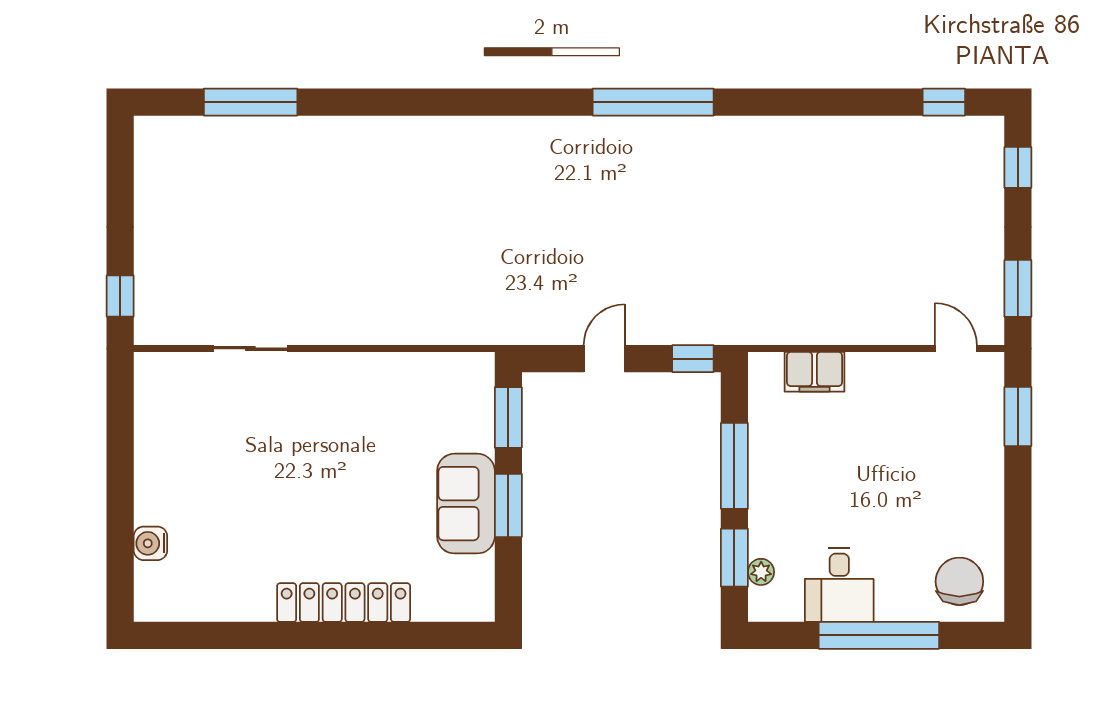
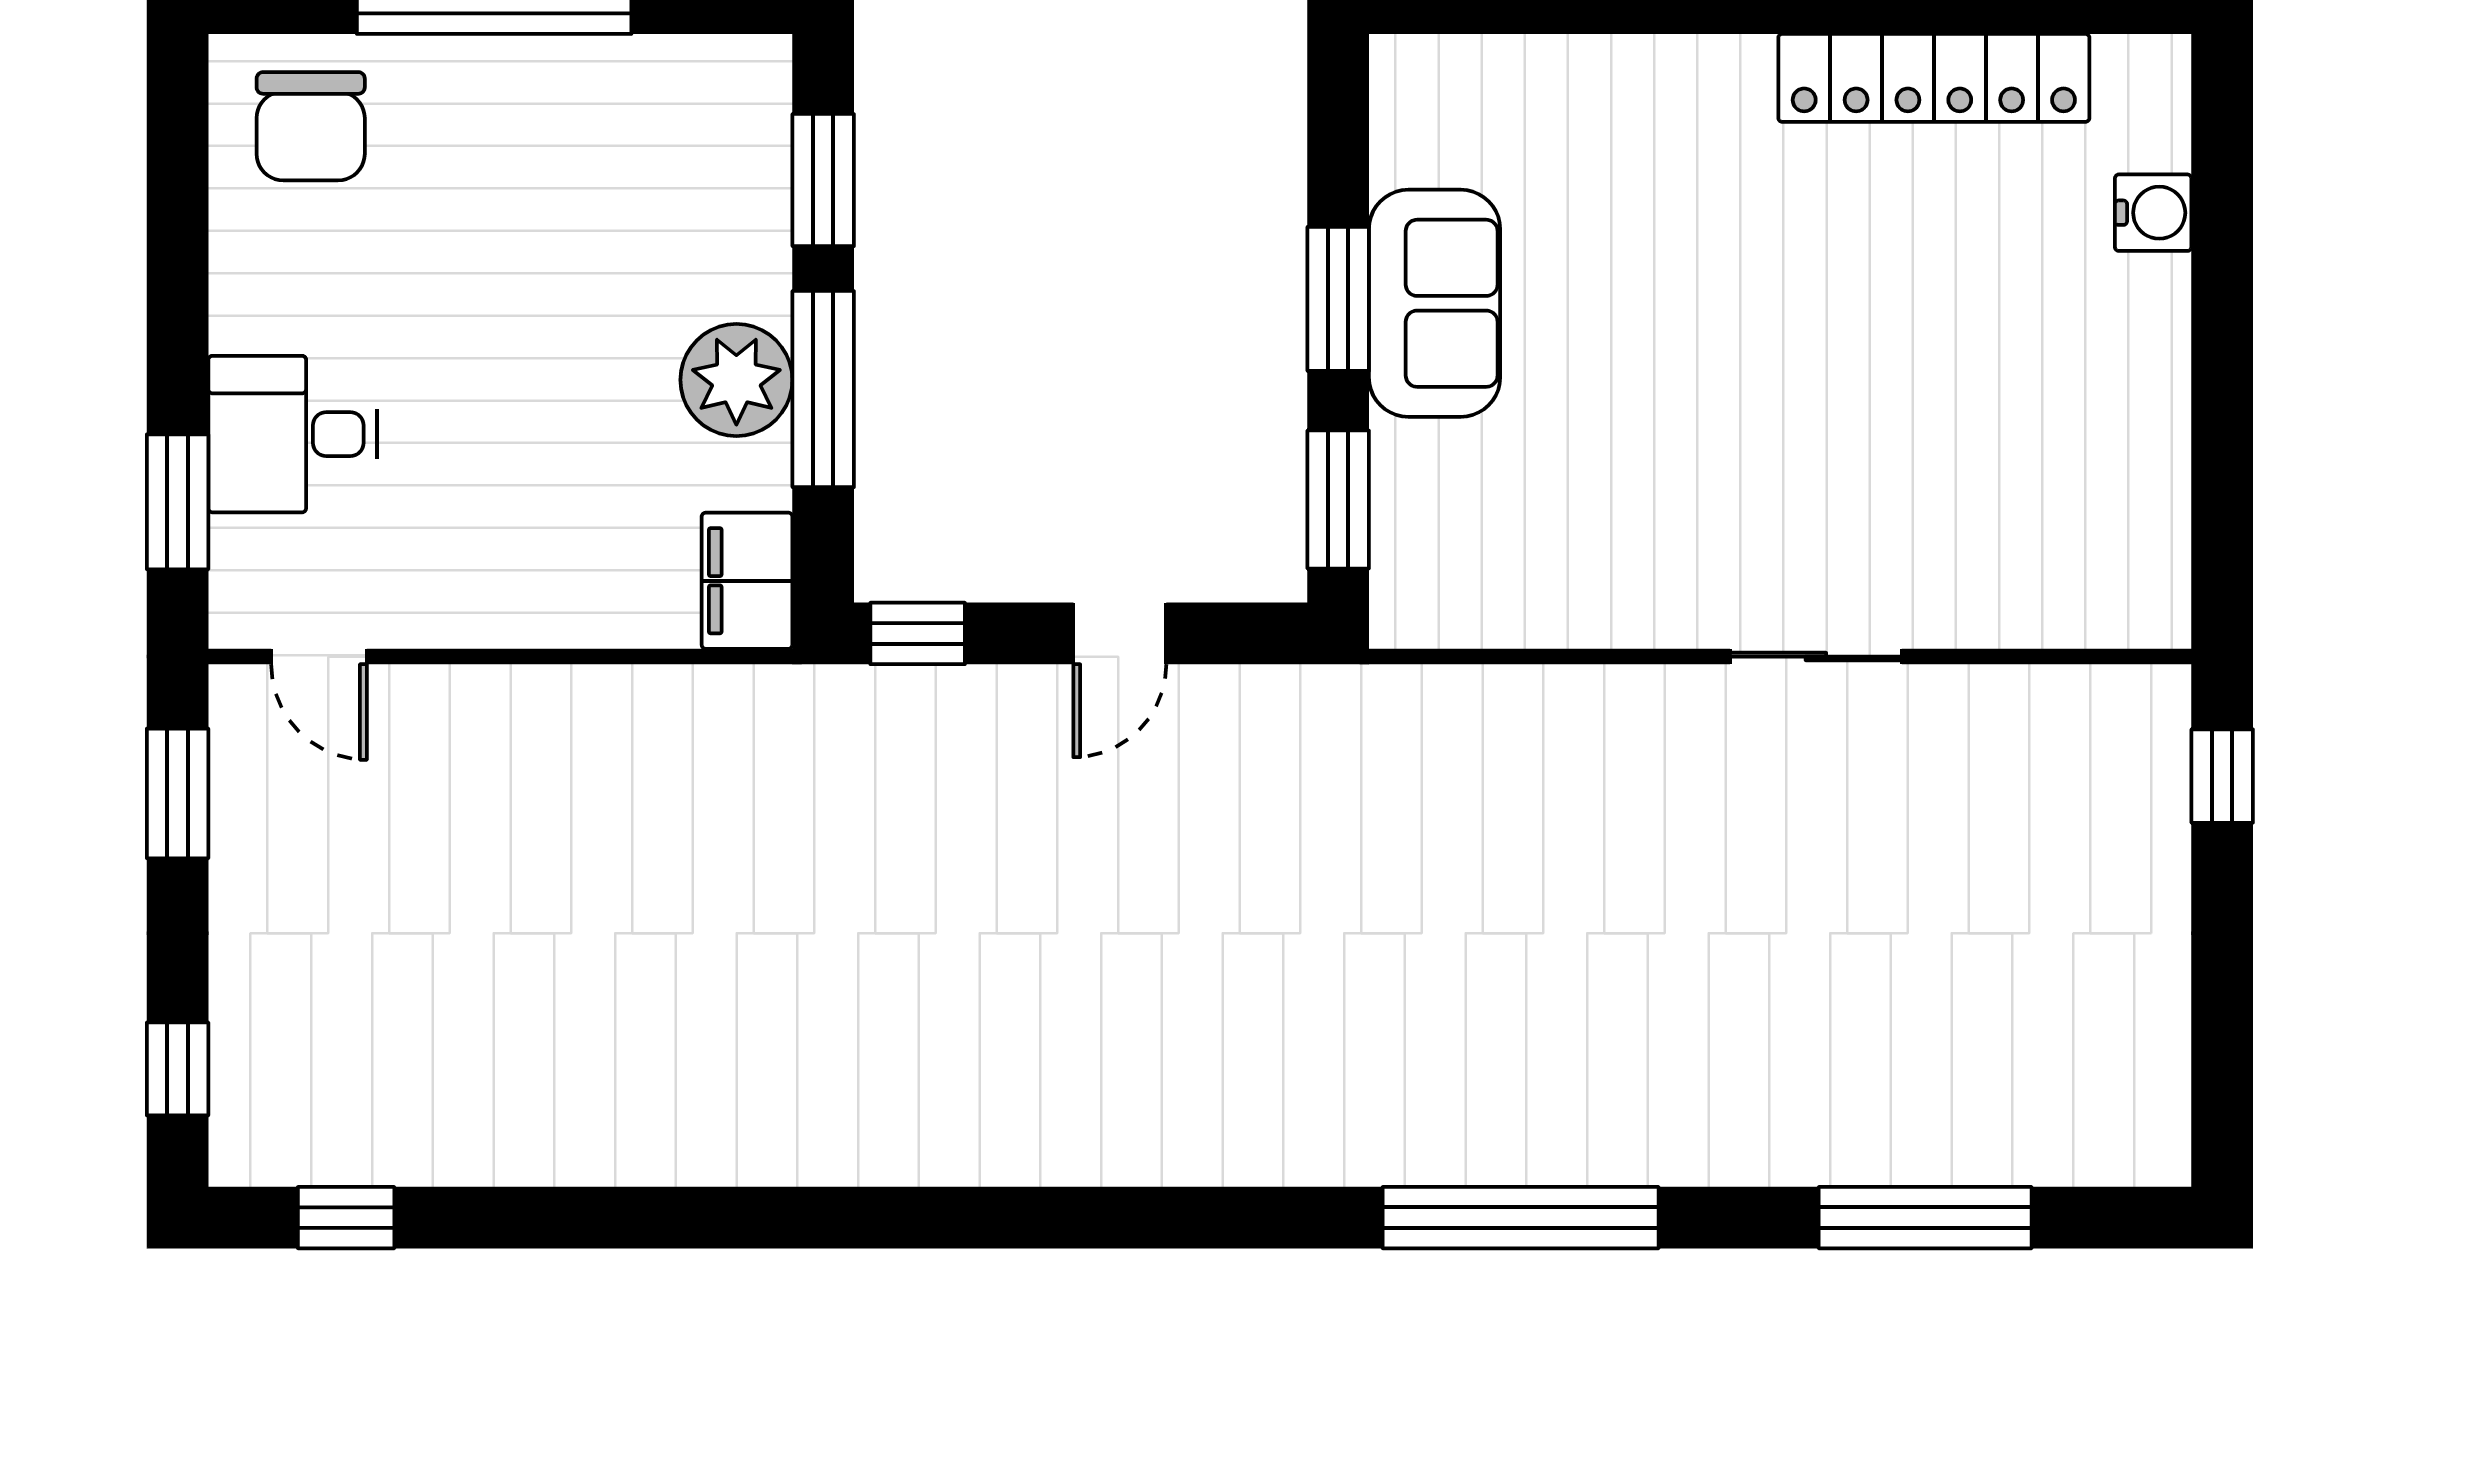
window: (653, 102) -> (1521, 1218), moved
sliding door: (250, 348) -> (1816, 657), moved
filing cabinet: (814, 372) -> (747, 581), moved, turned -90
plant: (761, 572) -> (736, 380), moved, width x1.88, depth x1.88
desk: (839, 585) -> (293, 434), moved, turned -90
locker: (344, 603) -> (1934, 78), moved

